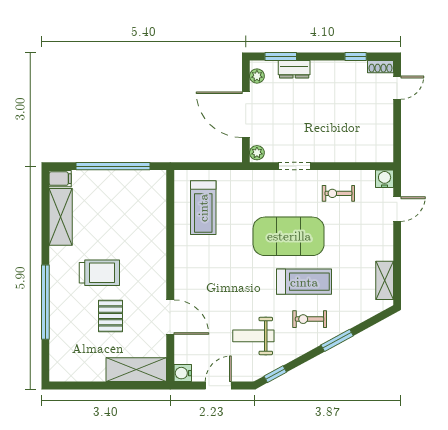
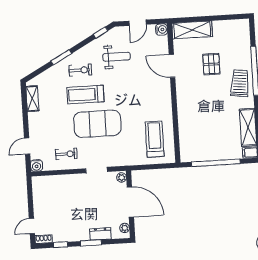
window: (281, 57) -> (91, 243), moved
trolley: (99, 273) -> (240, 83), moved, turned 97

